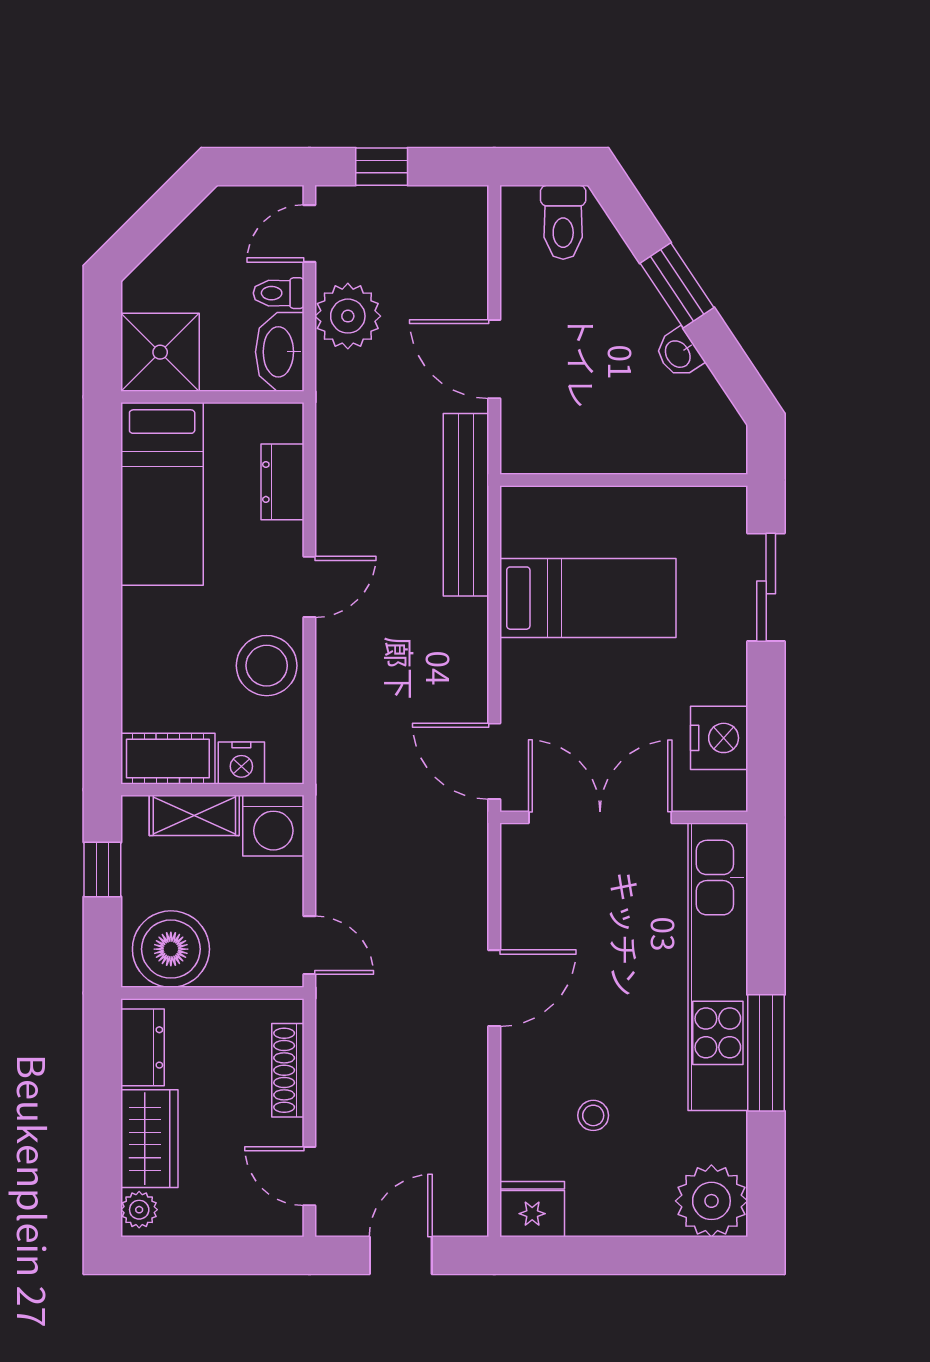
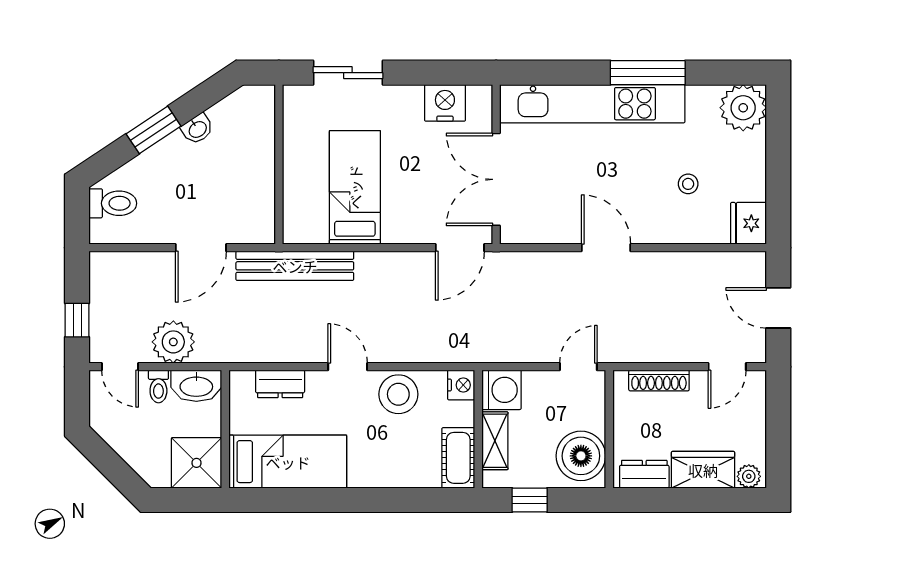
nightstand: (241, 763) -> (461, 385), moved

